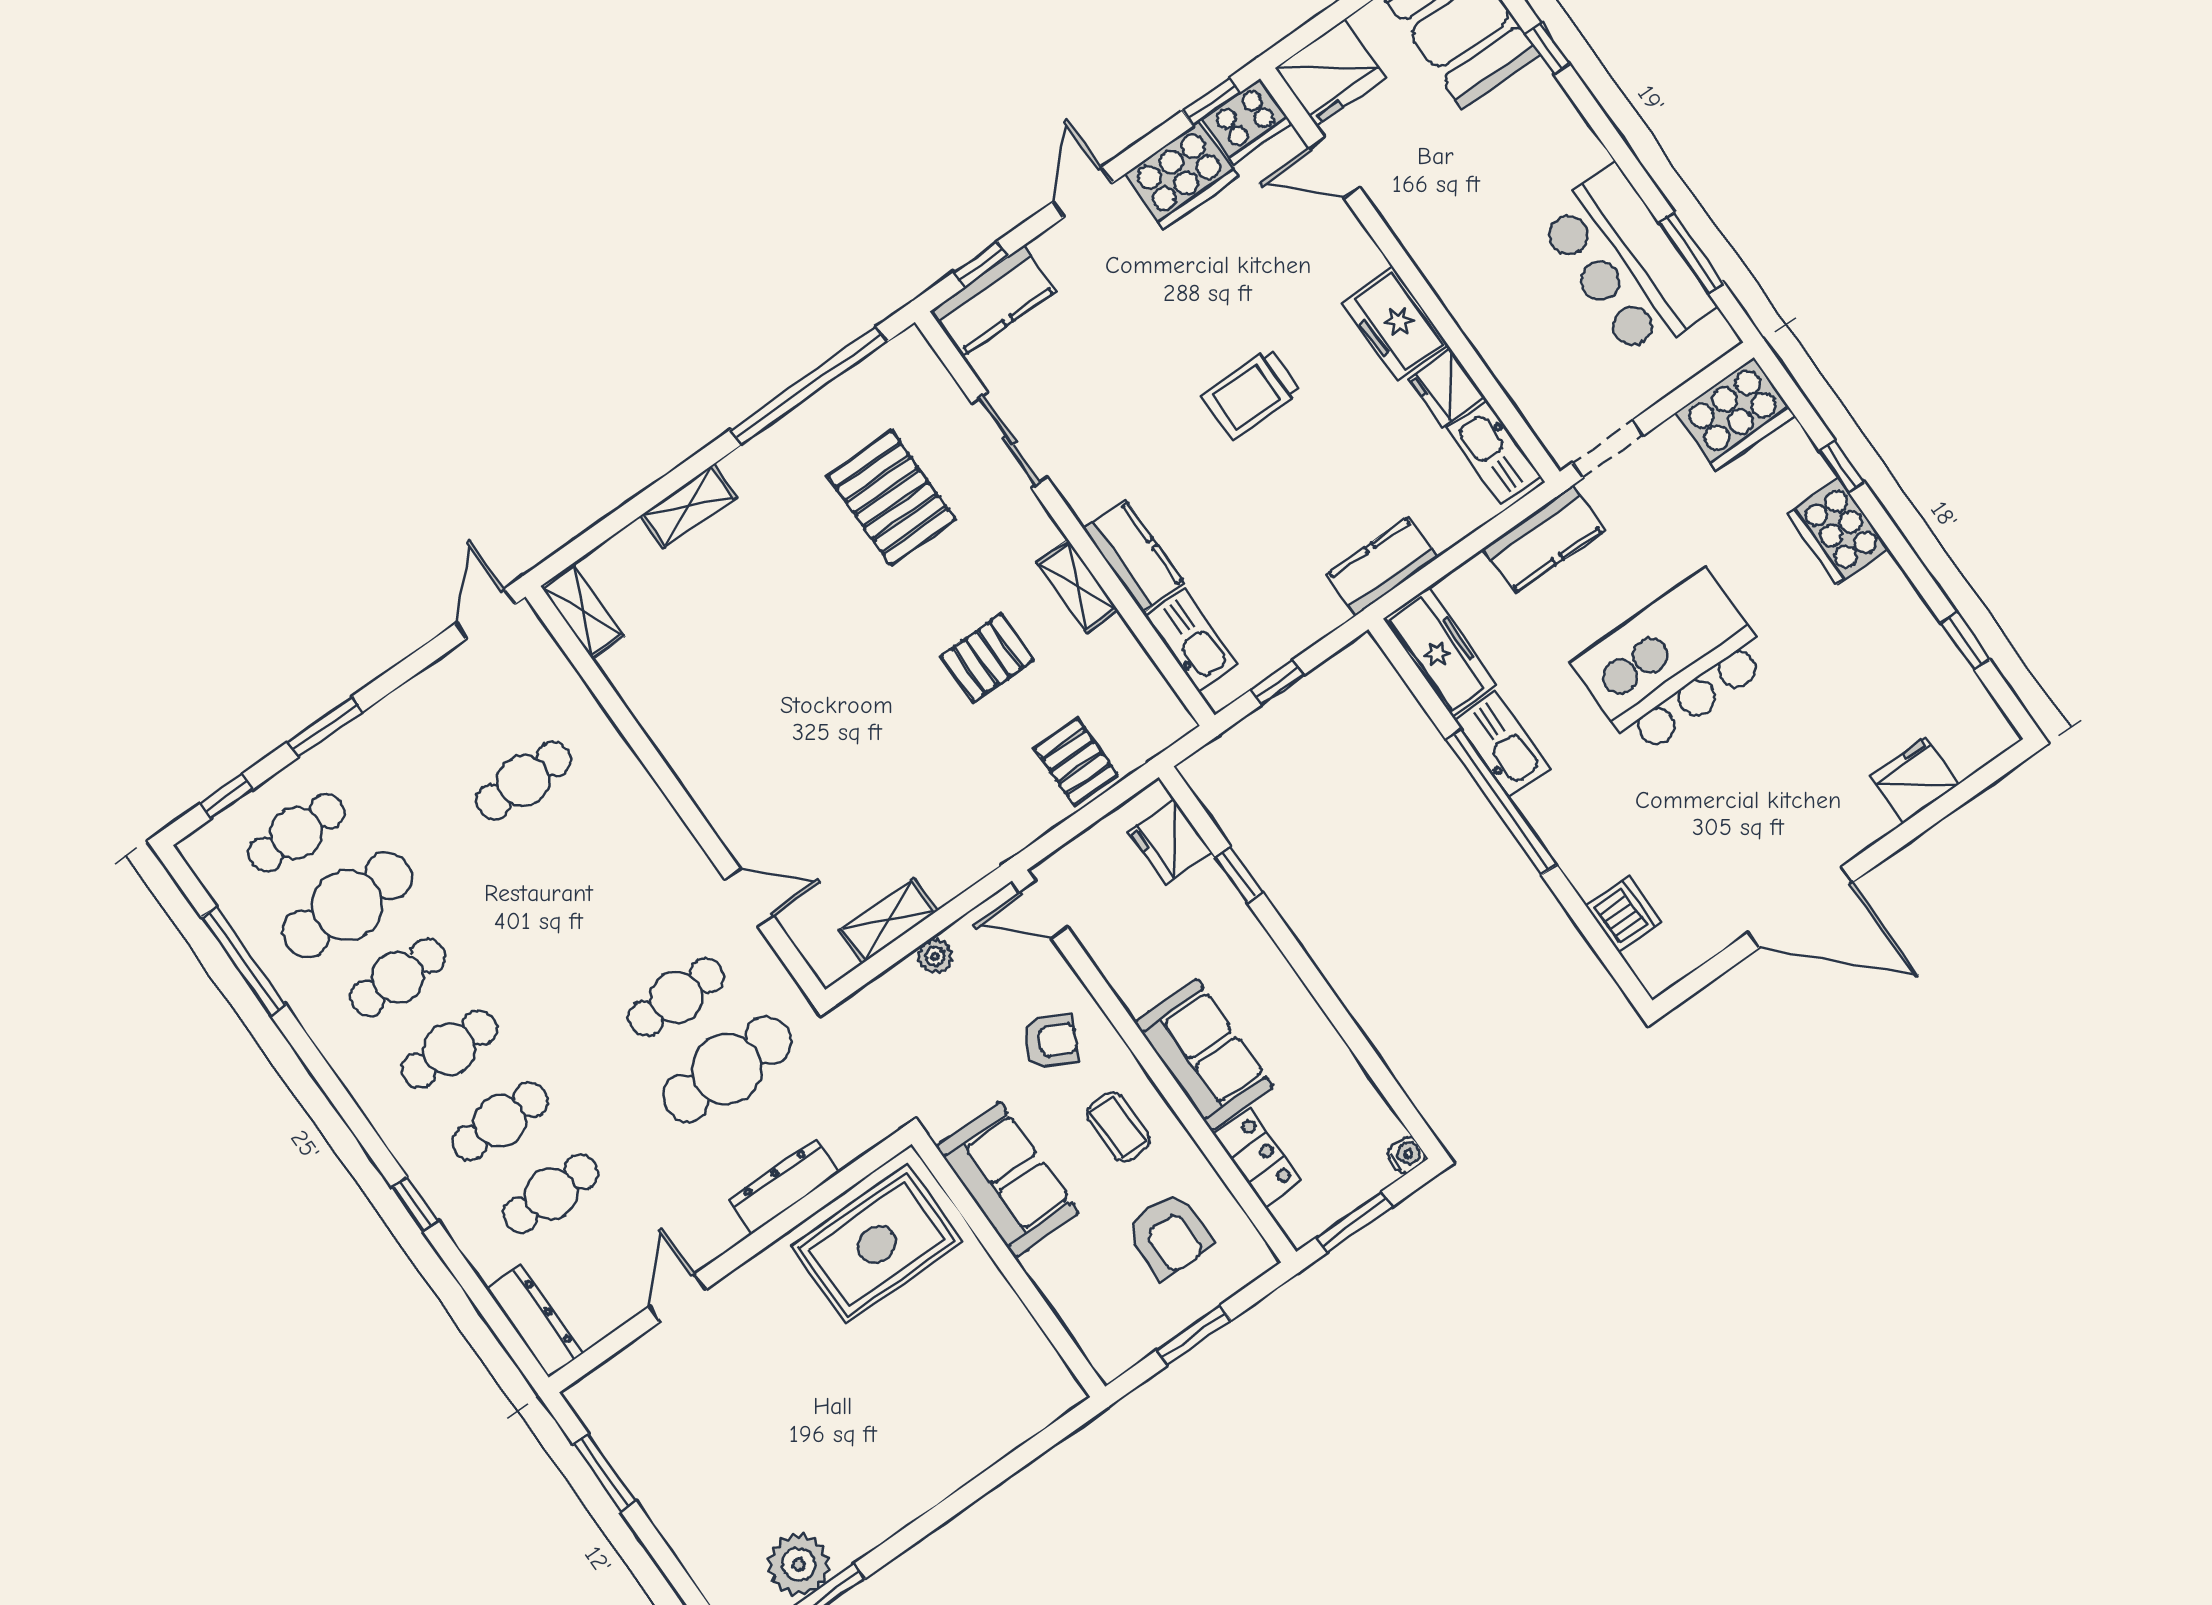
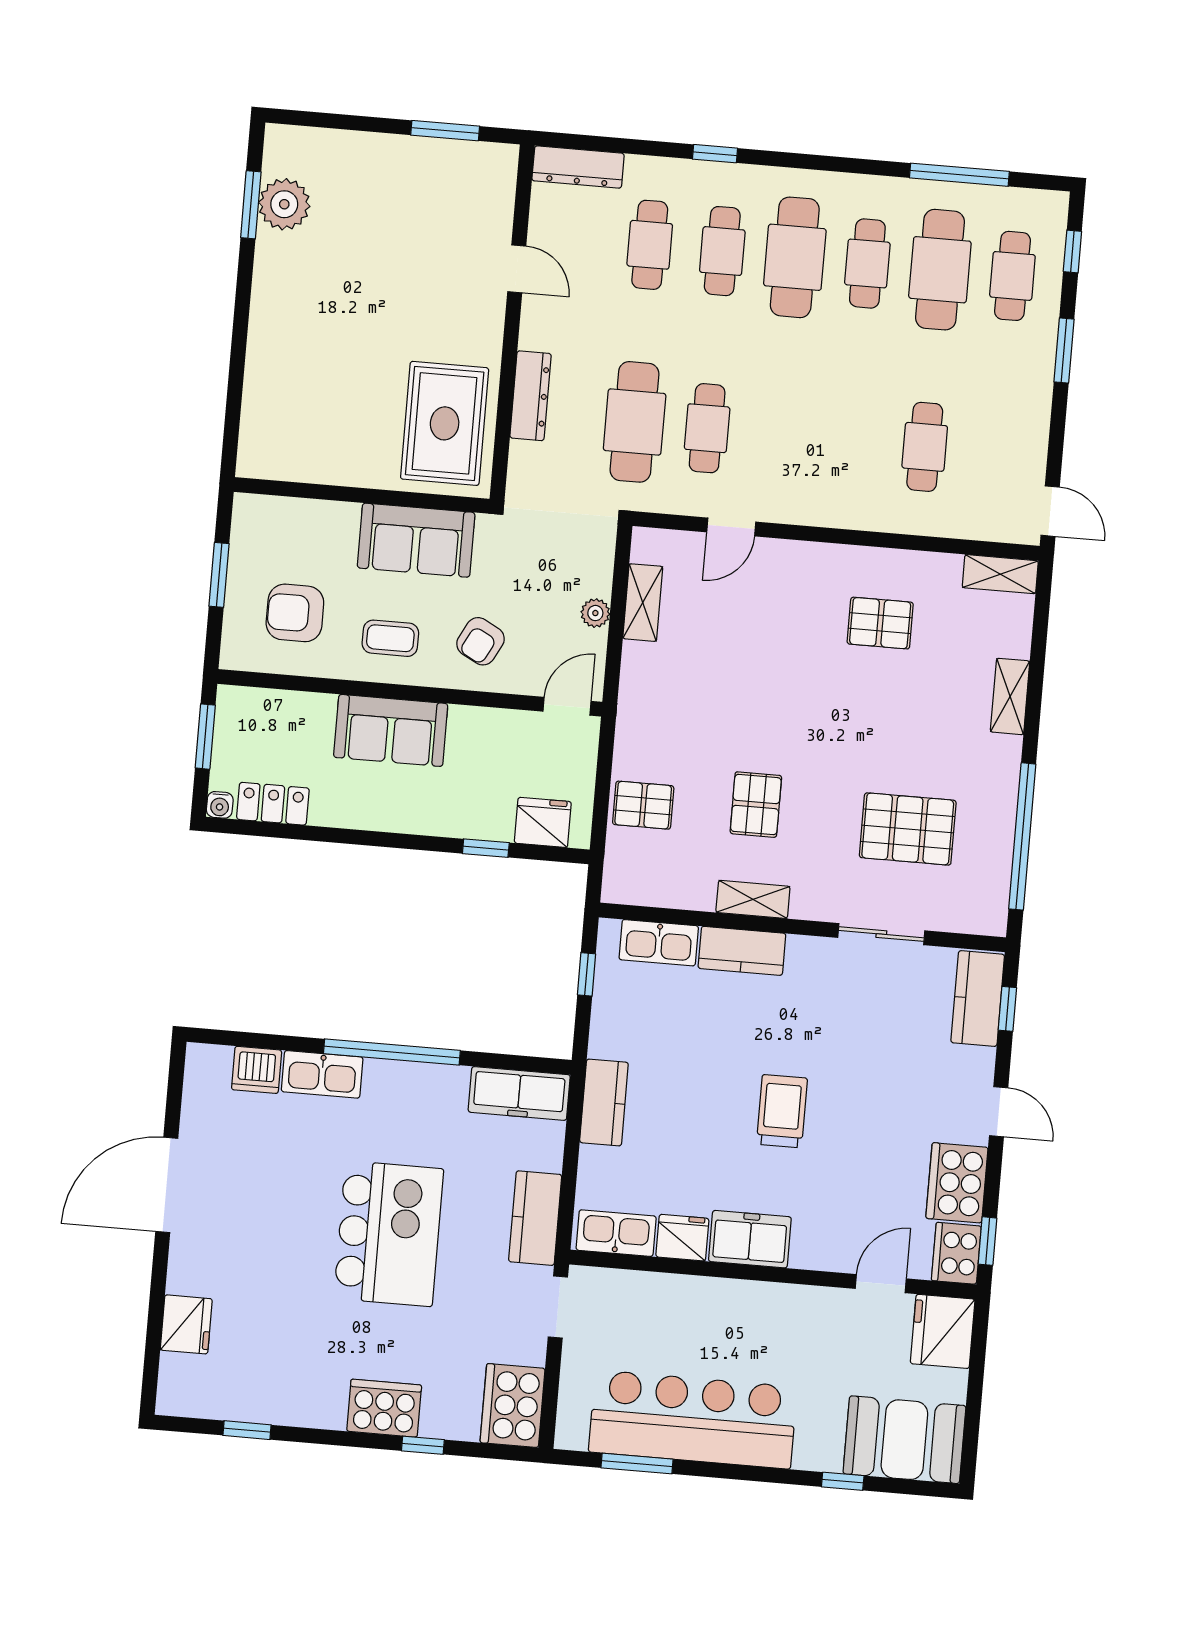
bar counter: (1626, 263) -> (693, 1419), width x1.36
pallet: (722, 684) -> (880, 623), added
kitchen sink: (1502, 744) -> (322, 1074), moved
cafe table: (449, 1049) -> (795, 257), width x1.37, depth x1.35
locker: (1257, 1158) -> (273, 804), moved, turned 180

